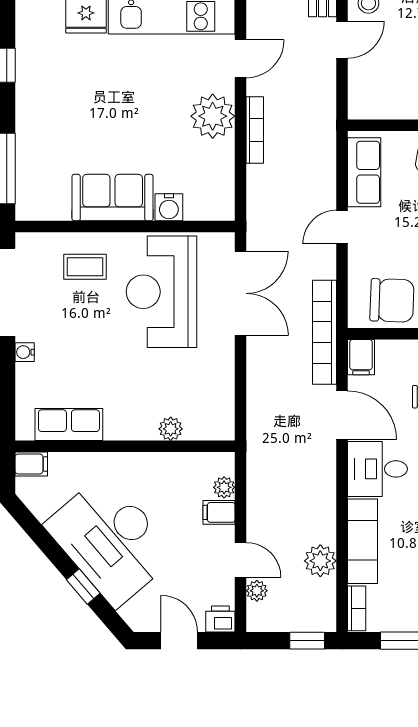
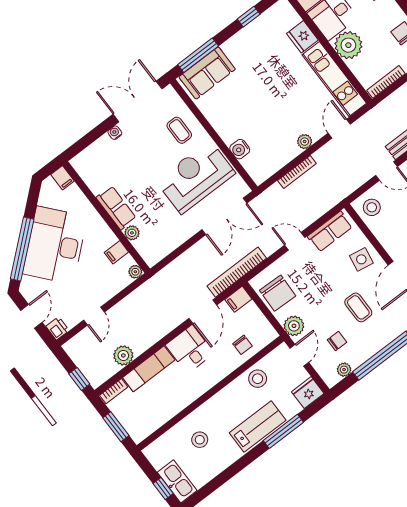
door: (241, 59) -> (339, 129), swing flipped
stool: (374, 94) -> (372, 207), added
plant: (213, 116) -> (305, 142), width x0.53, depth x0.53
bookcase: (255, 130) -> (297, 172), moved
sofa: (113, 198) -> (207, 73), moved, turned 90
row of seats: (69, 425) -> (116, 208), moved
plant: (224, 487) -> (135, 272), moved
filing cabinet: (219, 512) -> (116, 252), moved, turned -90
window: (83, 586) -> (22, 249), width x3.17
plant: (257, 591) -> (85, 336), removed

